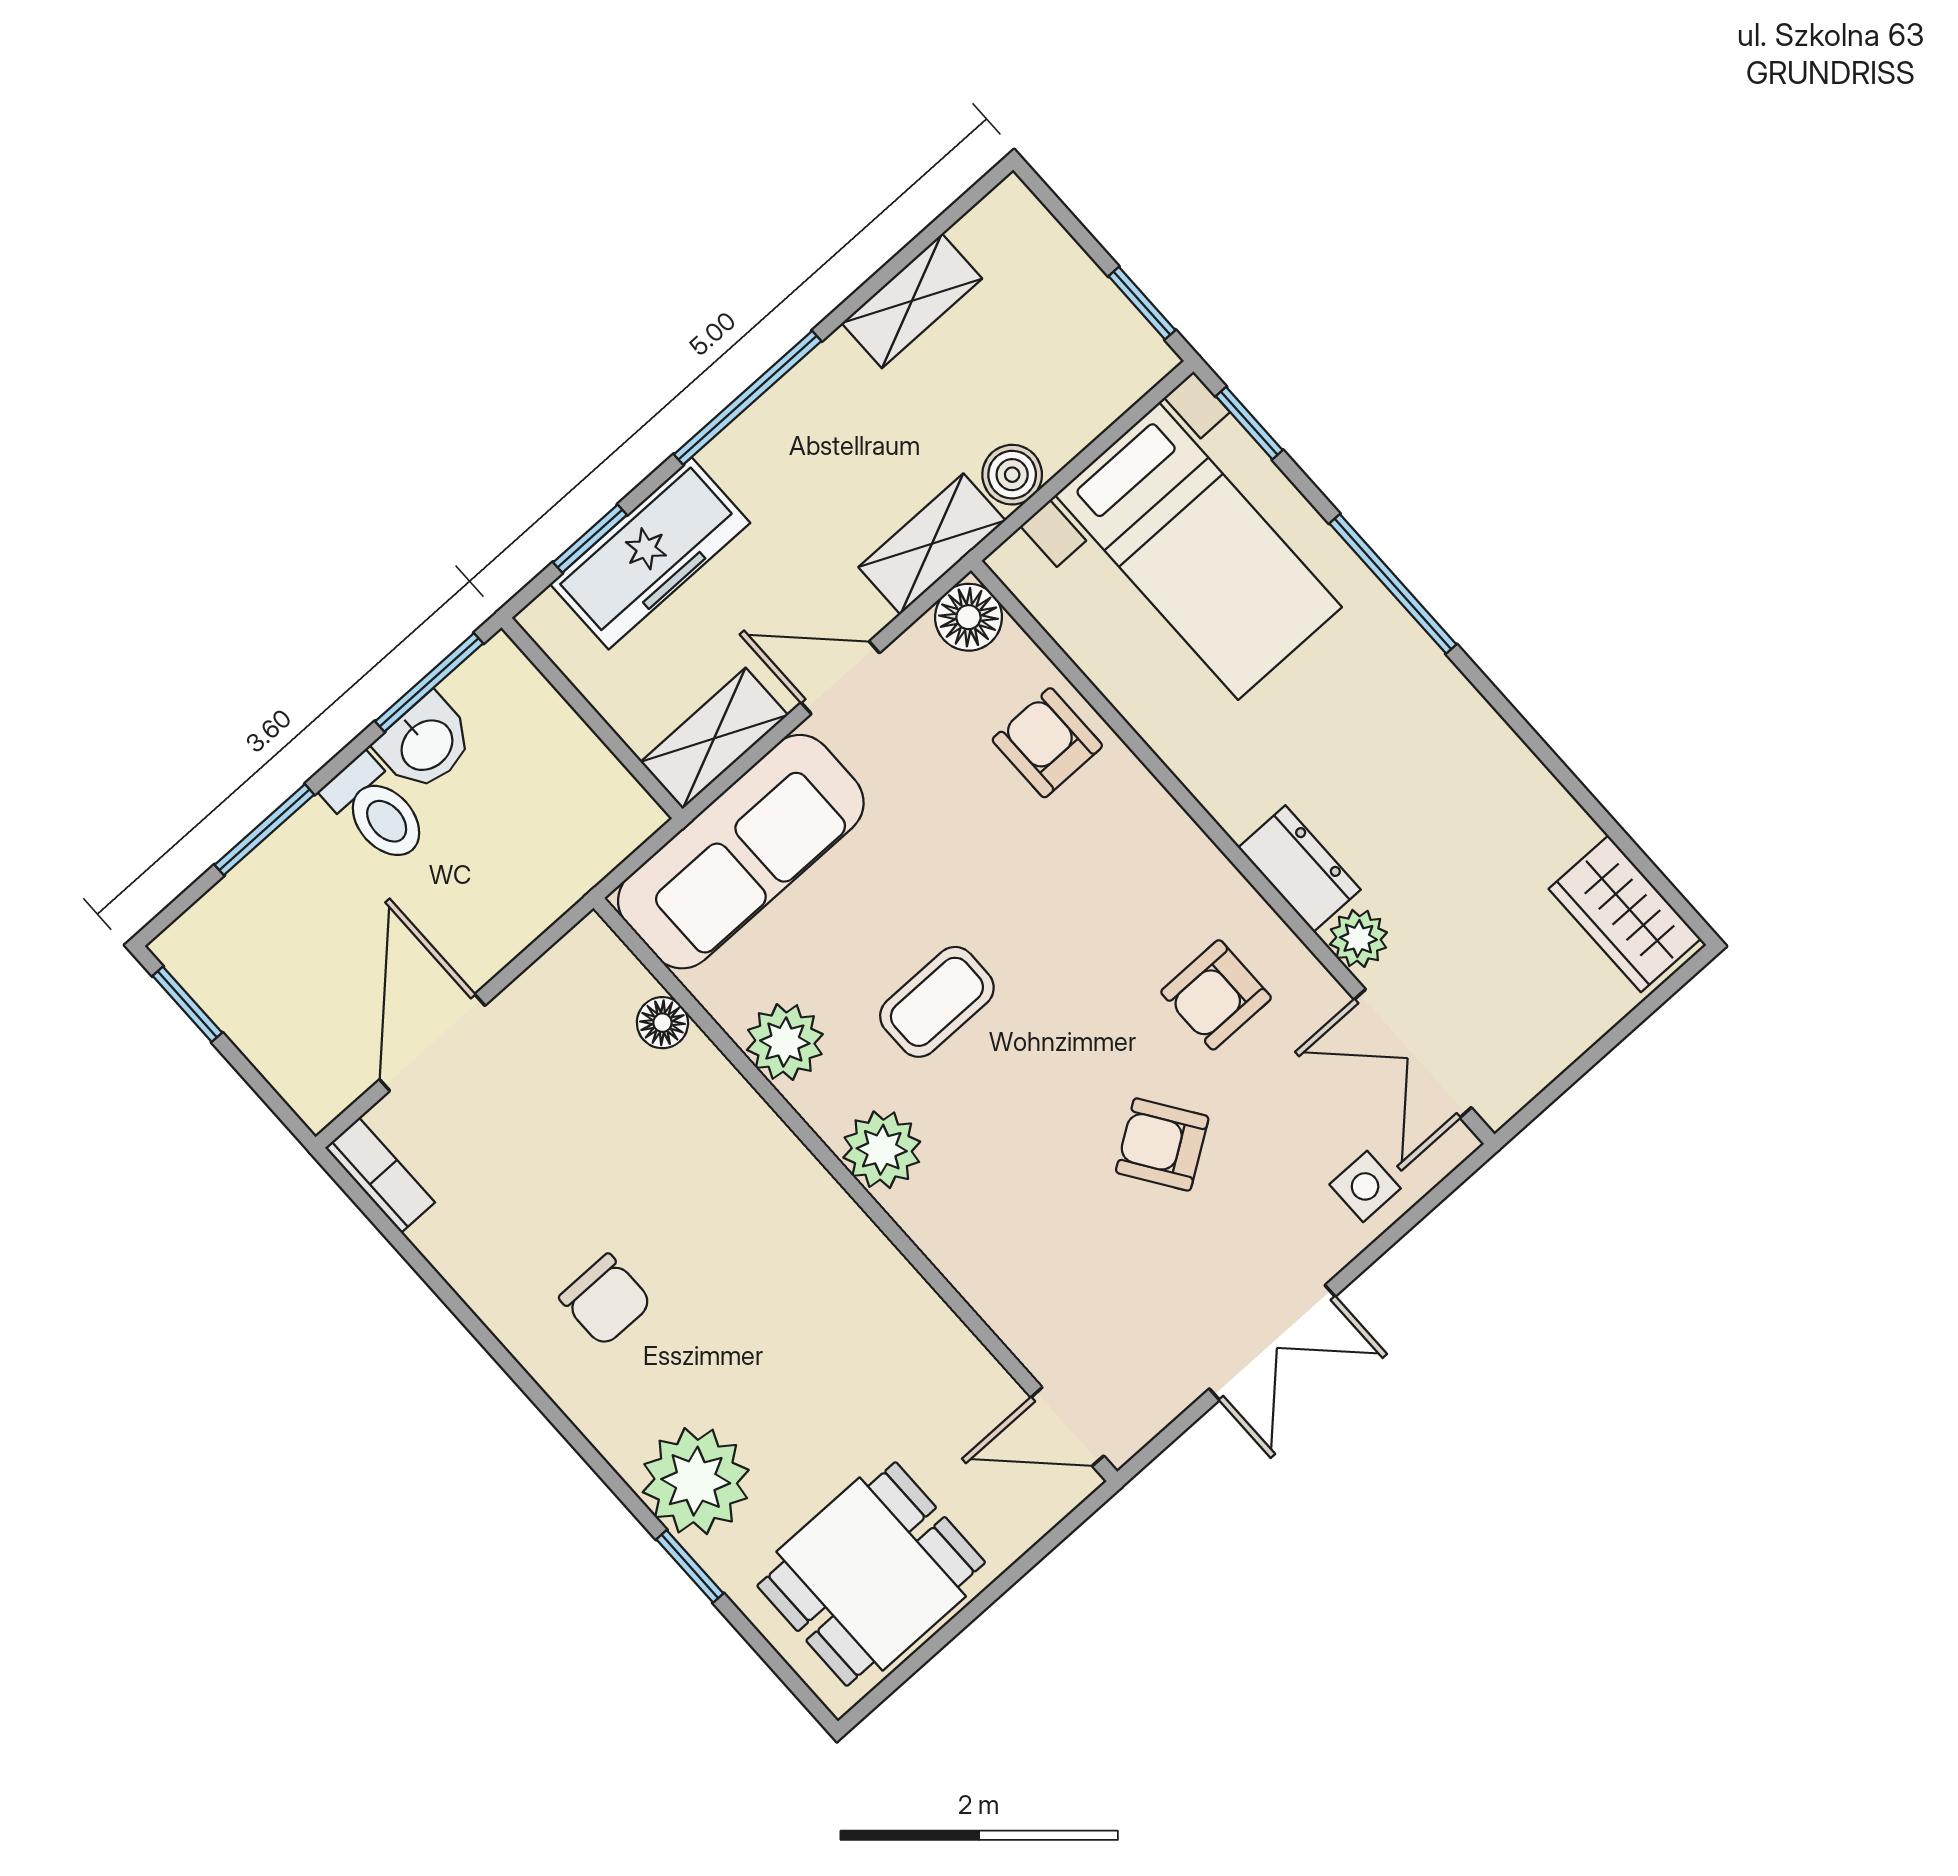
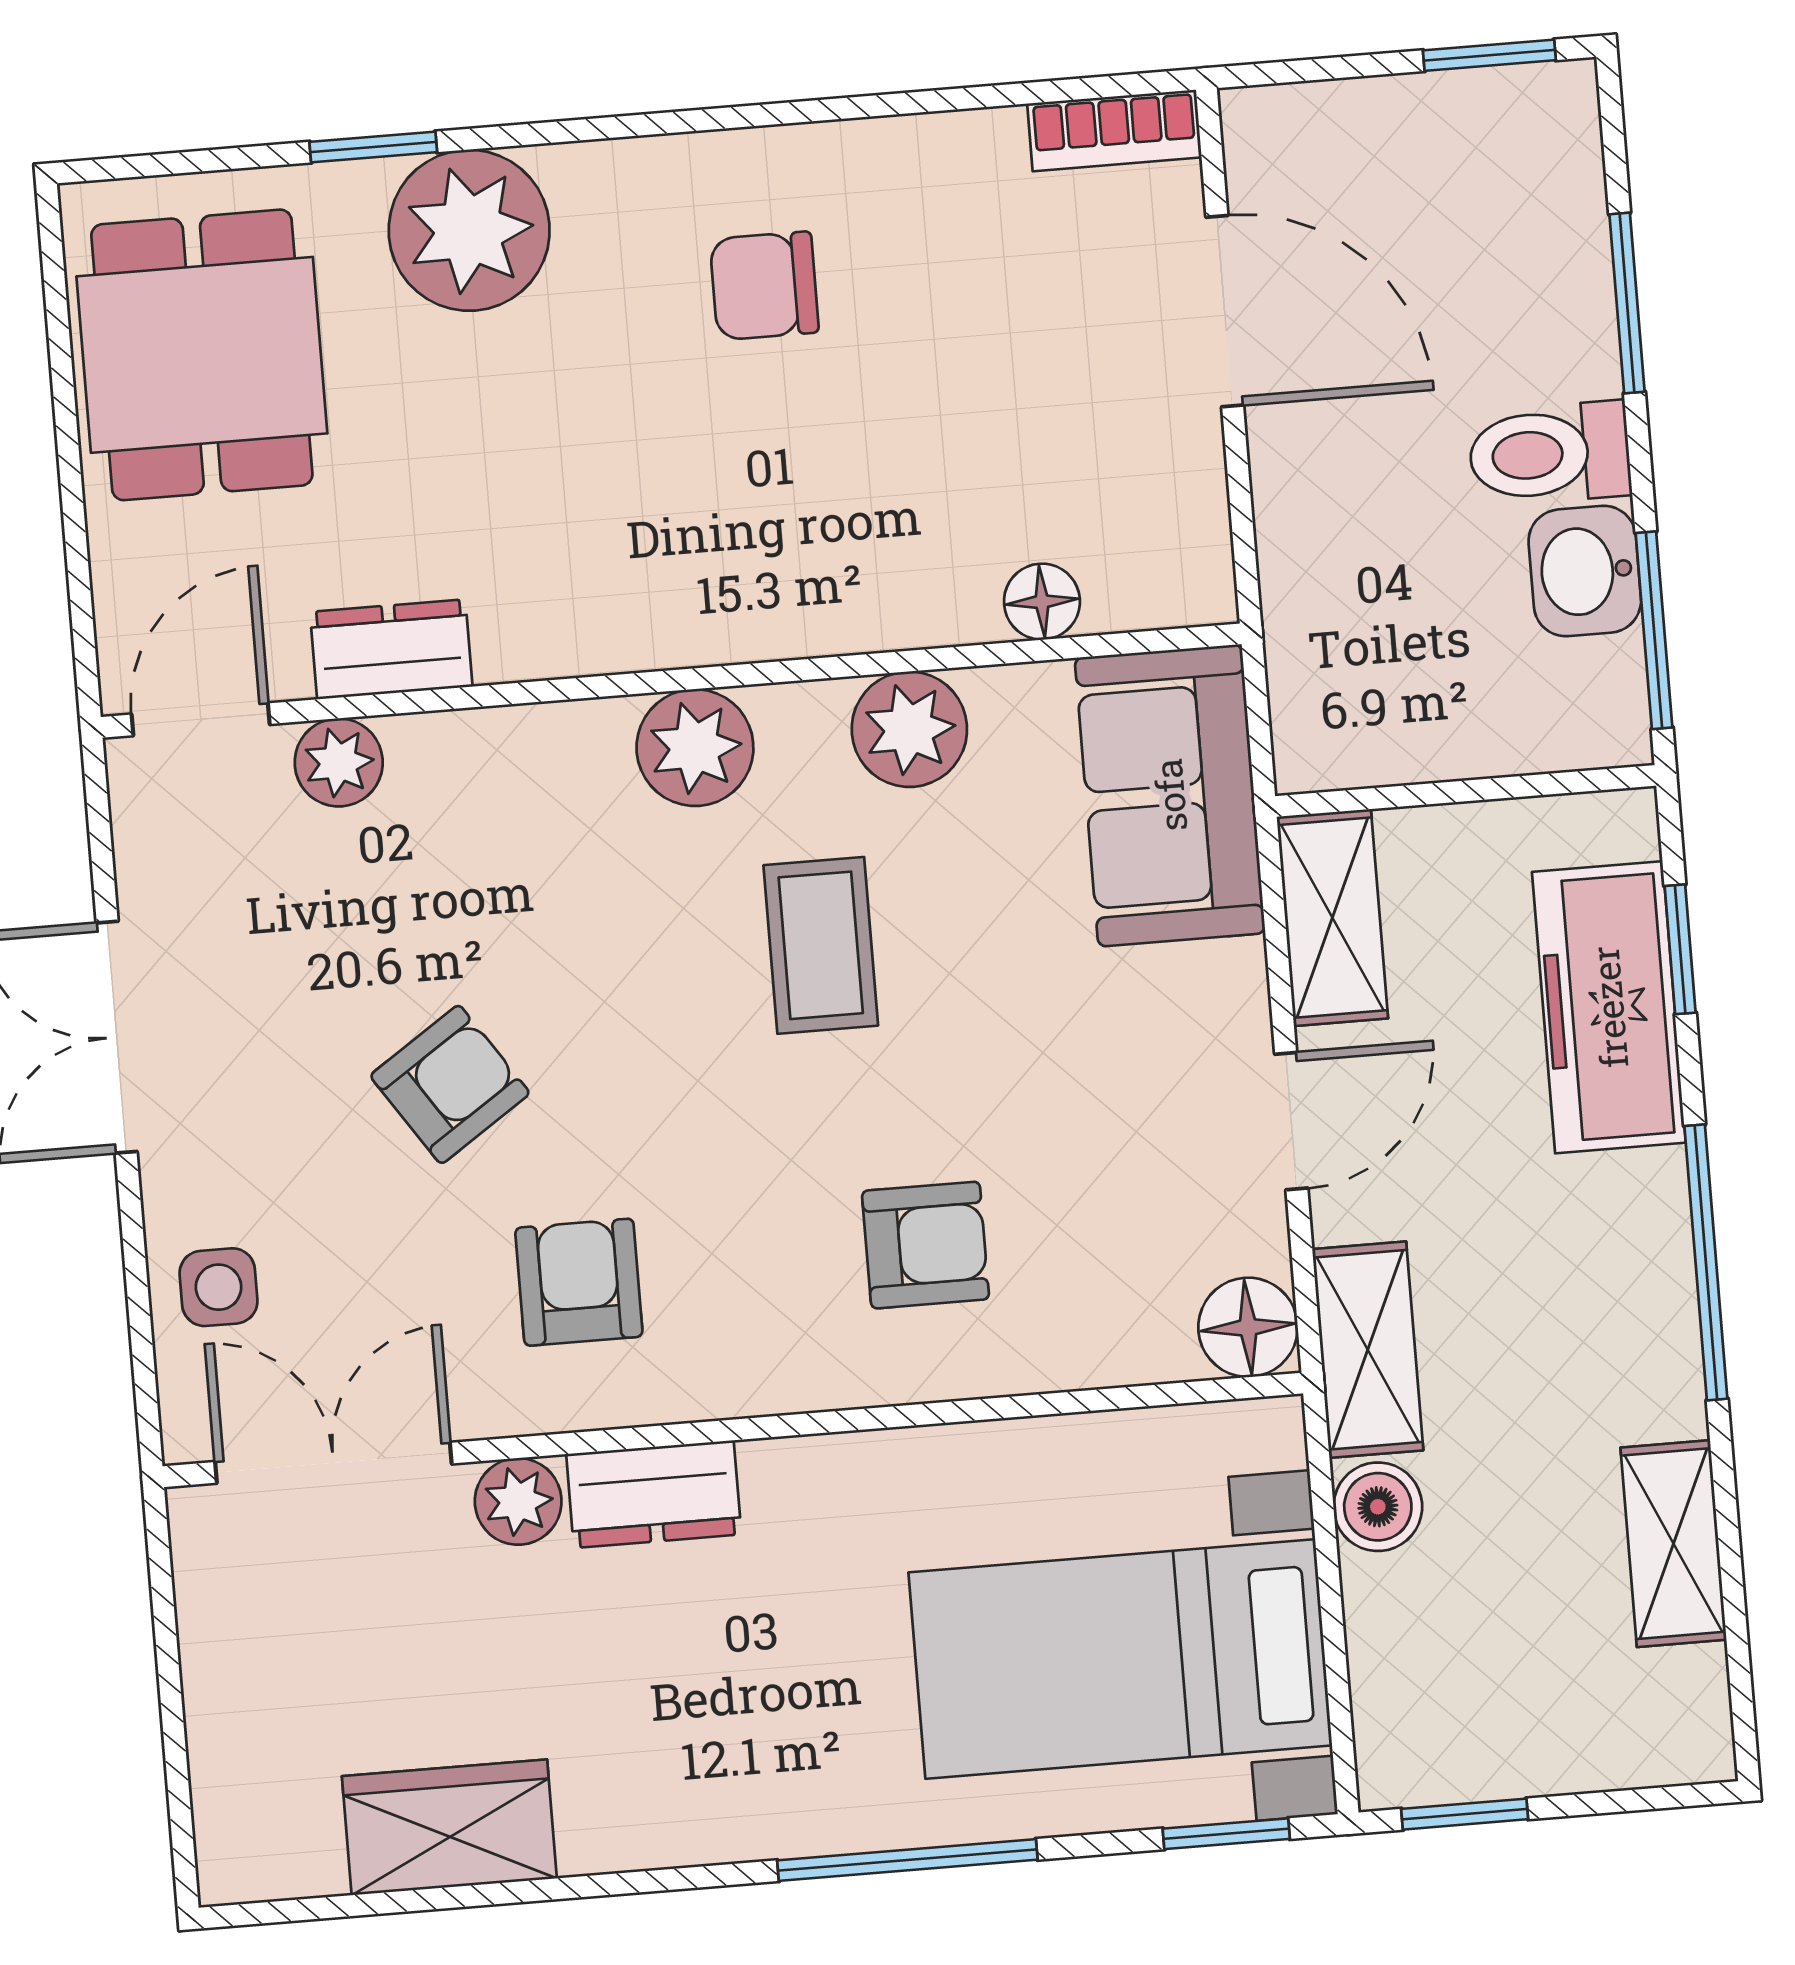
armchair: (1047, 743) -> (925, 1245), moved
sofa: (741, 852) -> (1170, 795), width x0.73
wardrobe: (1625, 914) -> (449, 1827), moved
plant: (1034, 1335) -> (339, 762), added
dresser: (952, 1353) -> (391, 649), added

